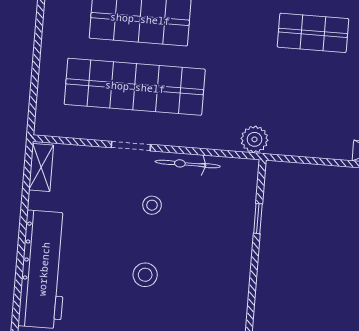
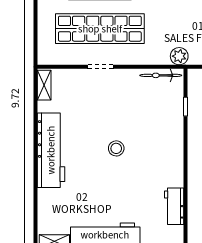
bicycle: (188, 164) -> (161, 75), moved
stool: (152, 205) -> (117, 104), removed

